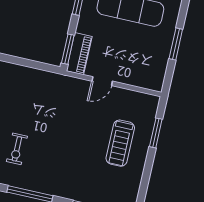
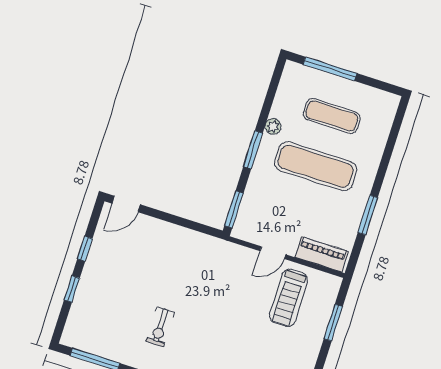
piano: (79, 54) -> (321, 254), moved, turned -90
treadmill: (120, 143) -> (289, 298), moved

